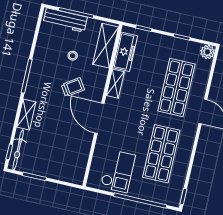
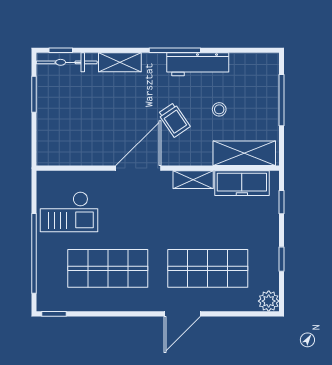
workbench: (65, 20) -> (198, 64), moved, turned -90

